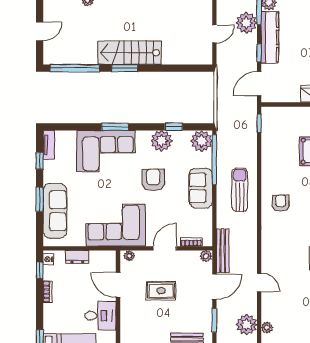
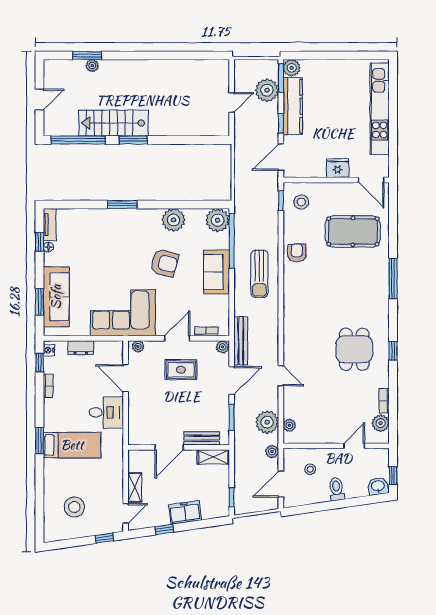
stairs: (130, 53) -> (113, 123), moved
stool: (278, 124) -> (301, 202), added
window: (174, 127) -> (187, 205), removed
corner sofa: (106, 151) -> (112, 231), removed
floor lamp: (48, 165) -> (48, 247), added
armchair: (153, 180) -> (164, 263), turned 104
sun lounger: (240, 190) -> (259, 274), turned 180
window: (40, 199) -> (40, 302), moved
armchair: (281, 203) -> (297, 253), moved
rug: (161, 291) -> (181, 370), moved

